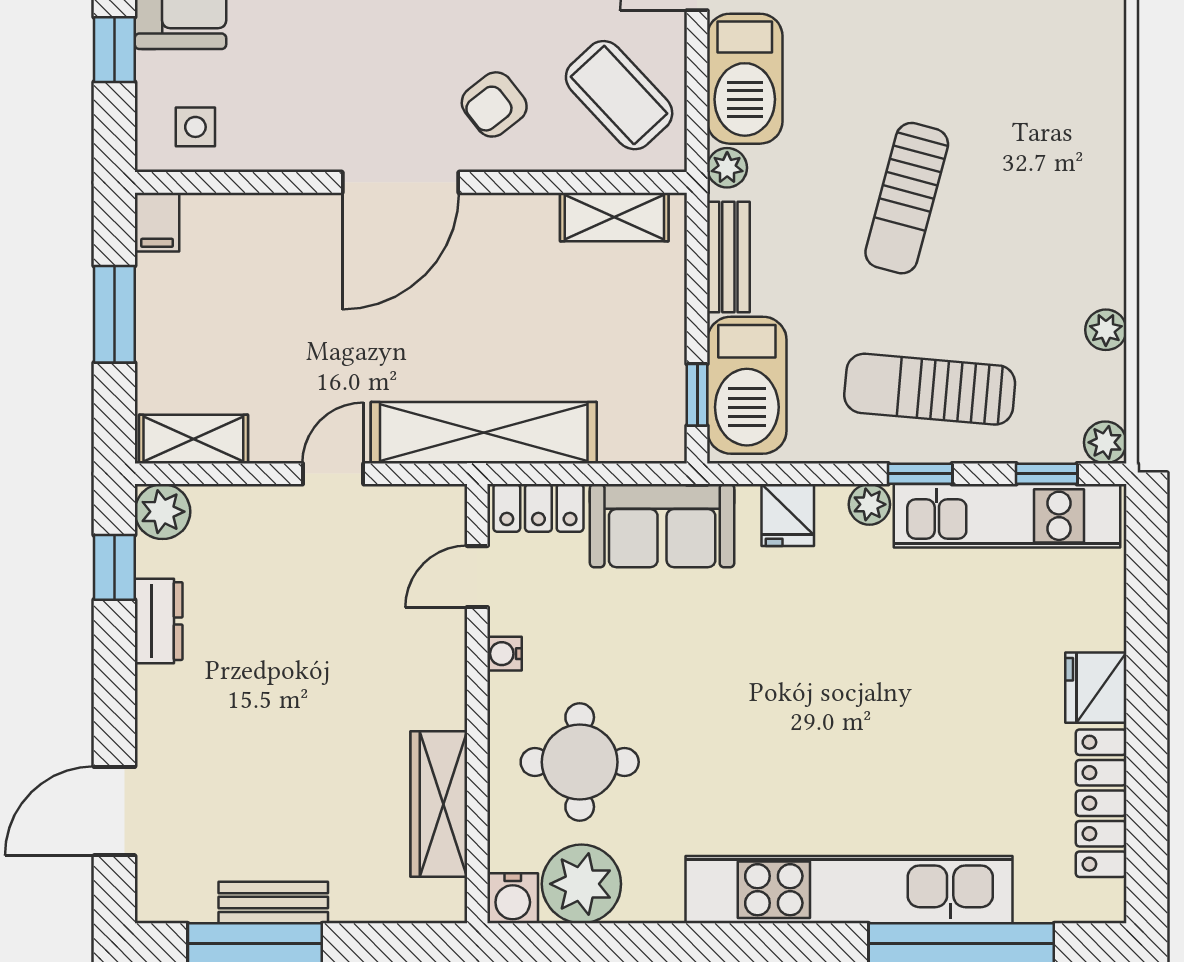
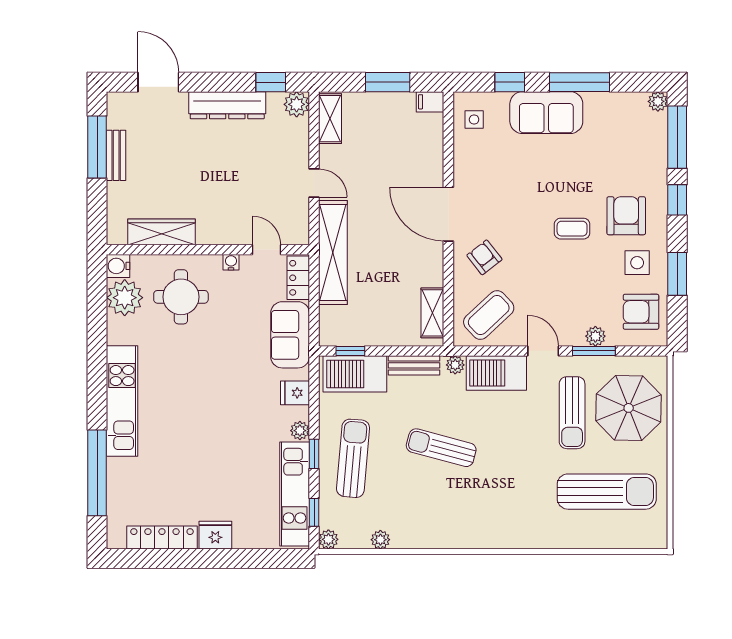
dresser: (159, 621) -> (227, 105), width x1.96, depth x1.24
kitchen unit: (849, 890) -> (122, 401), width x0.73

